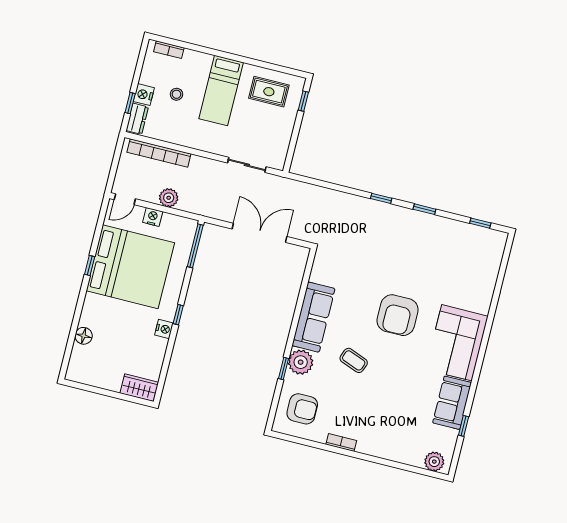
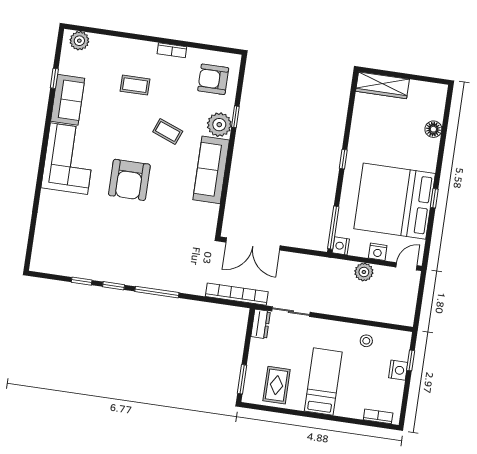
rug: (269, 92) -> (277, 385), turned 90
stool: (176, 94) -> (366, 341), moved
window: (303, 101) -> (242, 379), width x1.50
dresser: (137, 119) -> (261, 324), moved, turned 180
bookcase: (159, 153) -> (237, 294), moved
window: (381, 198) -> (157, 292), width x2.17
window: (480, 223) -> (82, 281), moved
double door: (260, 233) -> (253, 244), moved
armchair: (398, 315) -> (129, 180), turned 180
nightstand: (164, 329) -> (341, 246), moved
wardrobe: (139, 388) -> (383, 85), width x1.50
coffee table: (382, 411) -> (135, 85), added

